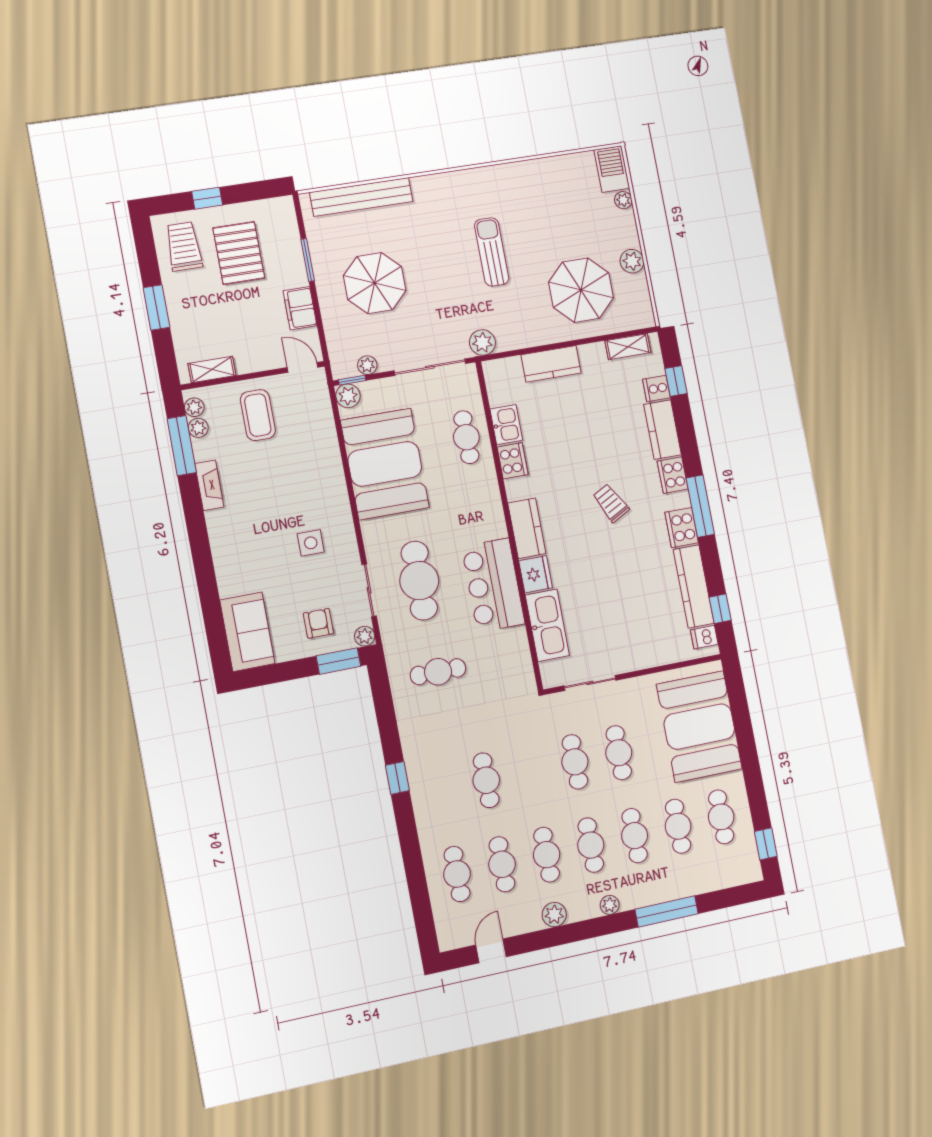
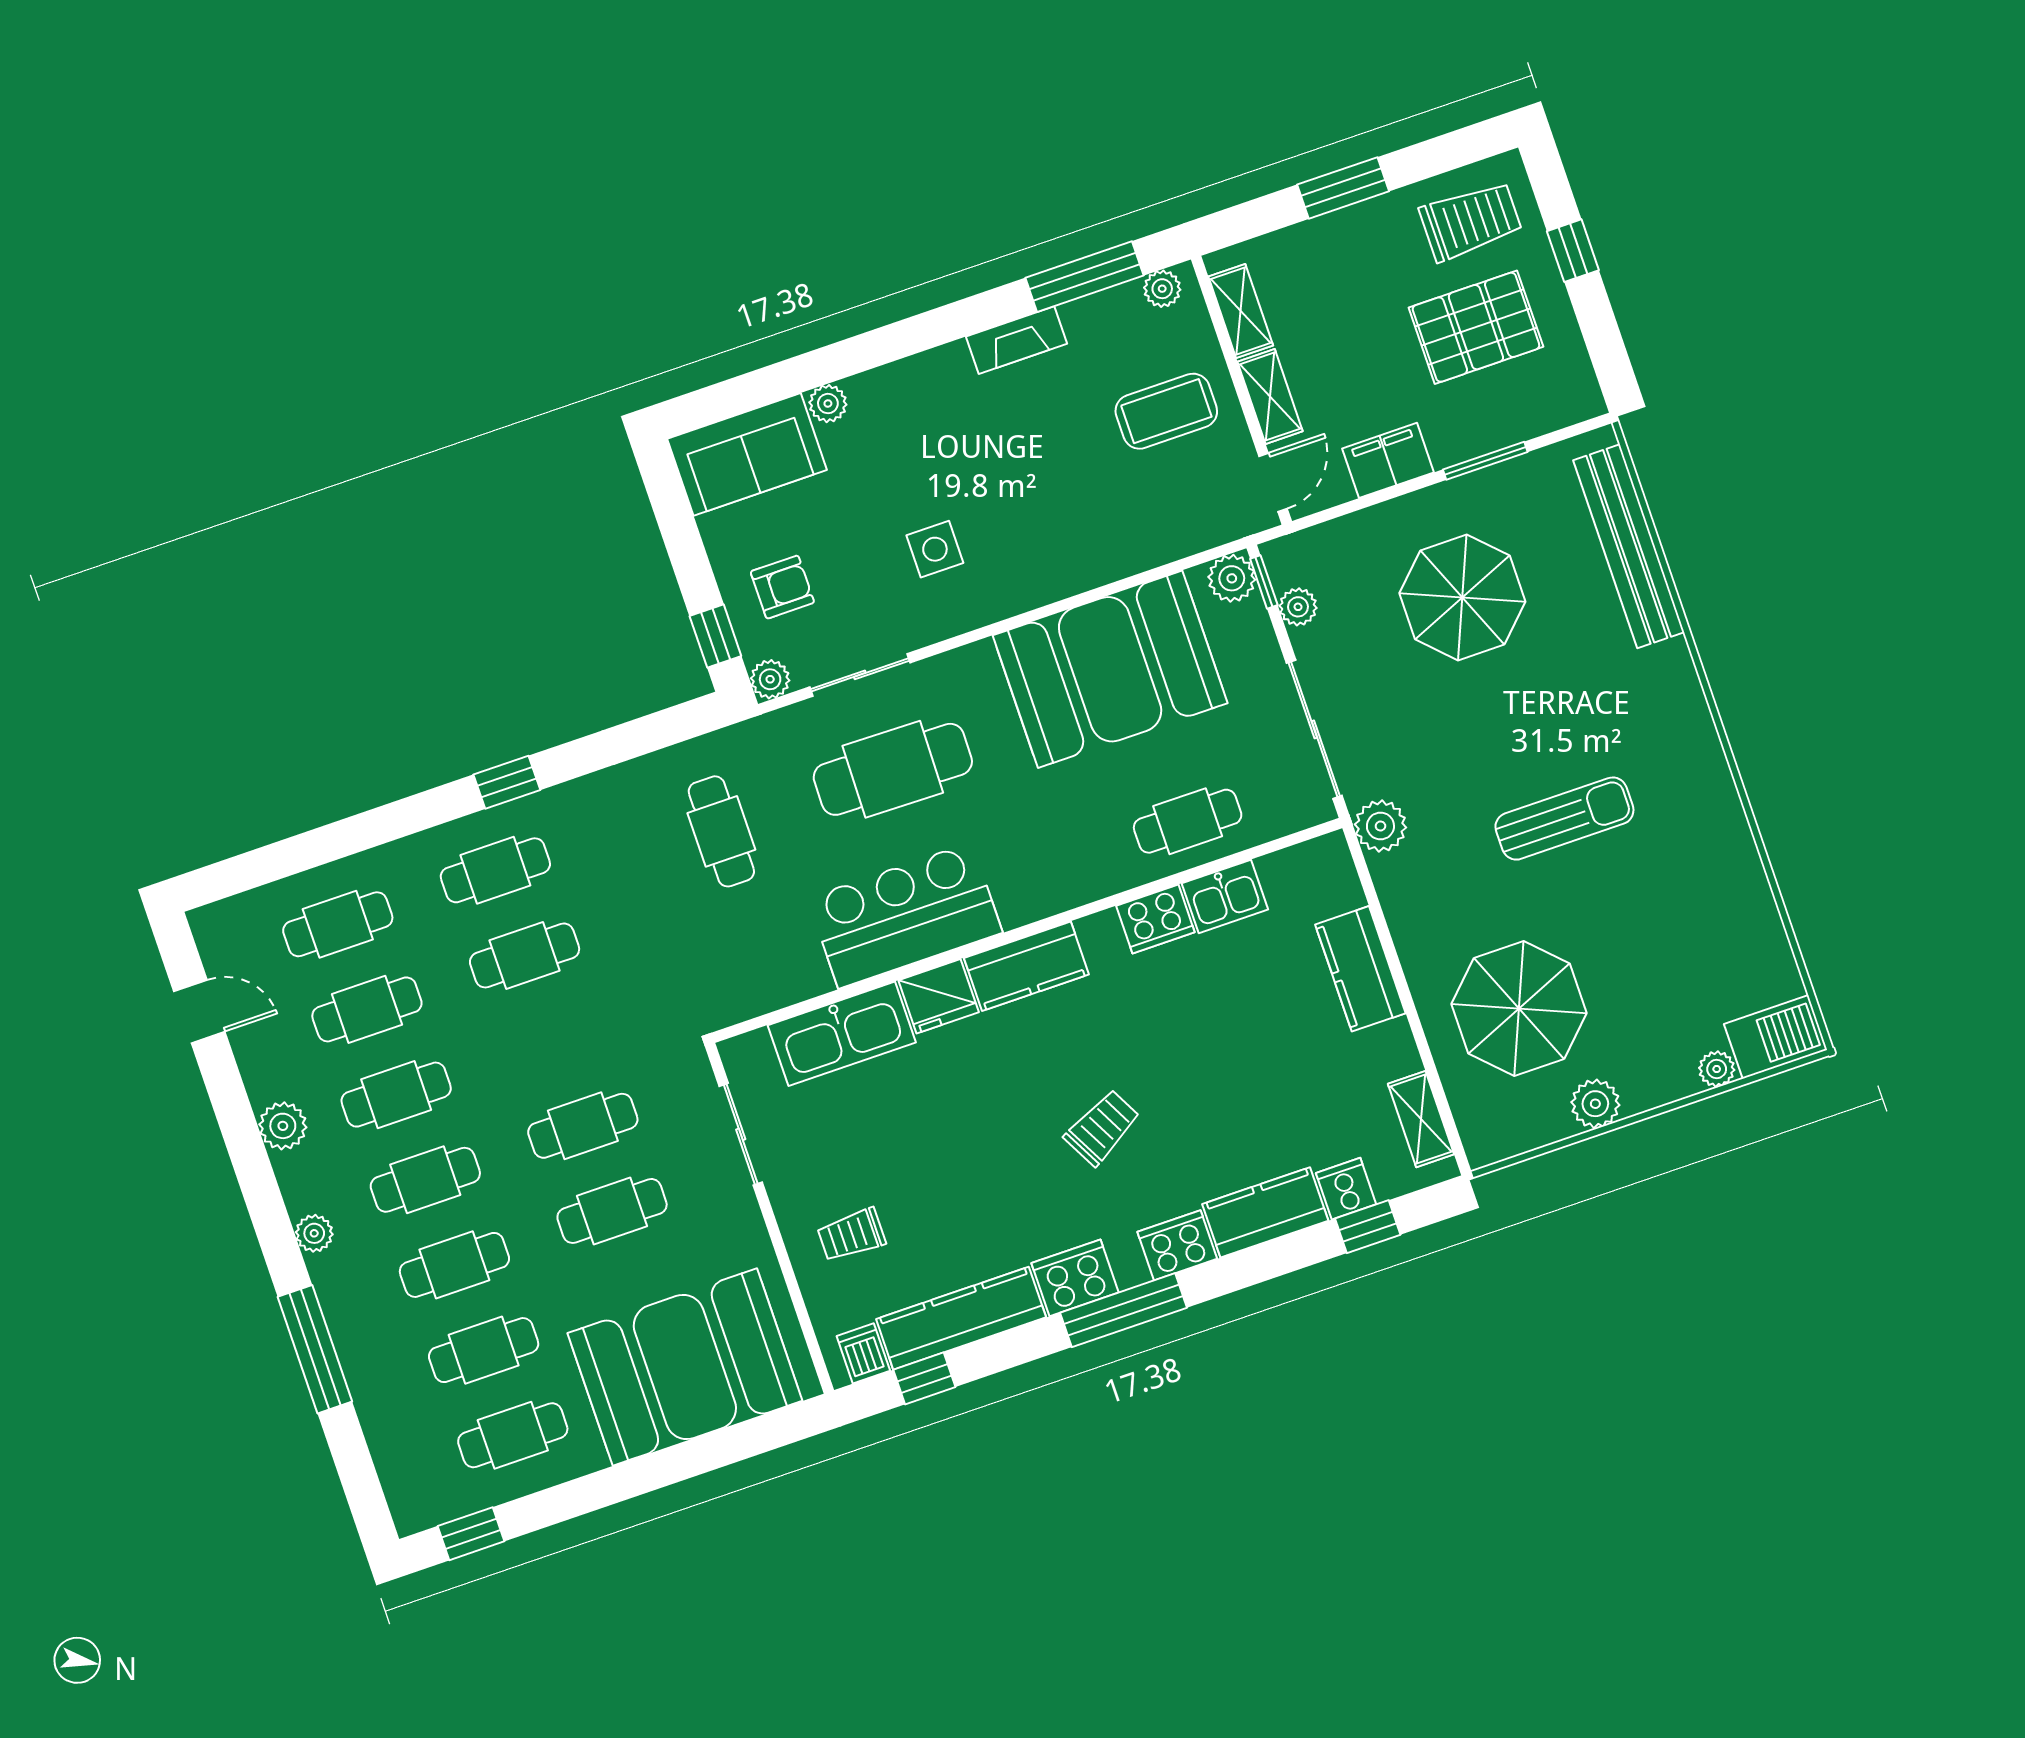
shelving: (258, 362) -> (1270, 396), added
plant: (198, 428) -> (828, 404), moved
trolley: (646, 635) -> (851, 1235), added
window: (338, 661) -> (715, 636), width x0.67
cafe table: (441, 790) -> (495, 870), added

